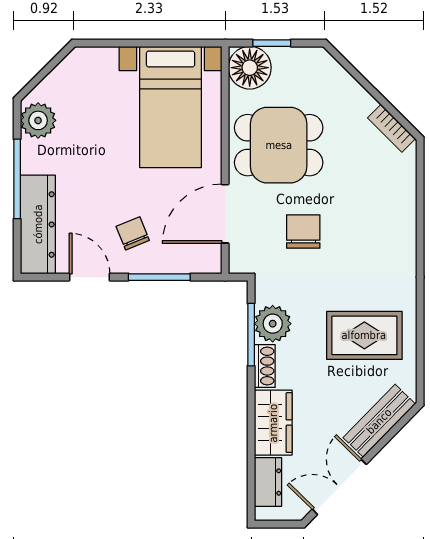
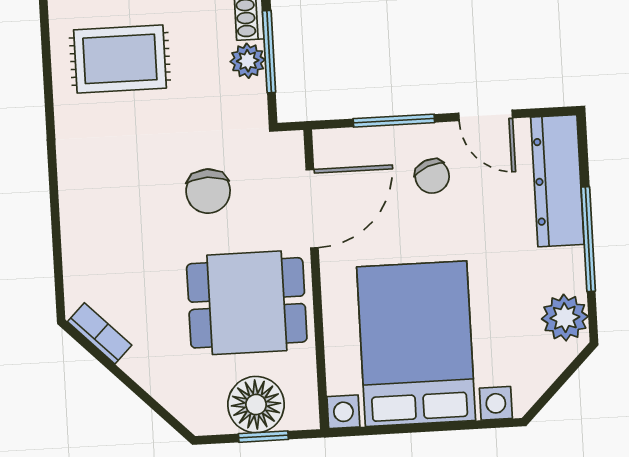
floor lamp: (250, 68) -> (256, 405), moved
bed with nightstands: (171, 107) -> (416, 344), width x1.36
plant: (273, 324) -> (248, 61), width x0.73, depth x0.73

